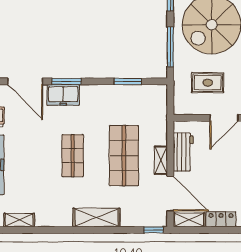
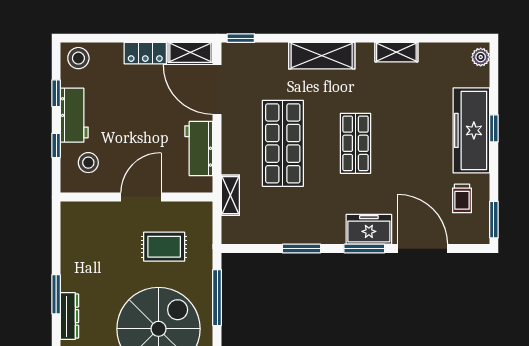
window: (128, 81) -> (301, 249), moved
shelving: (161, 160) -> (230, 195), moved
shelving: (19, 220) -> (396, 52), moved

